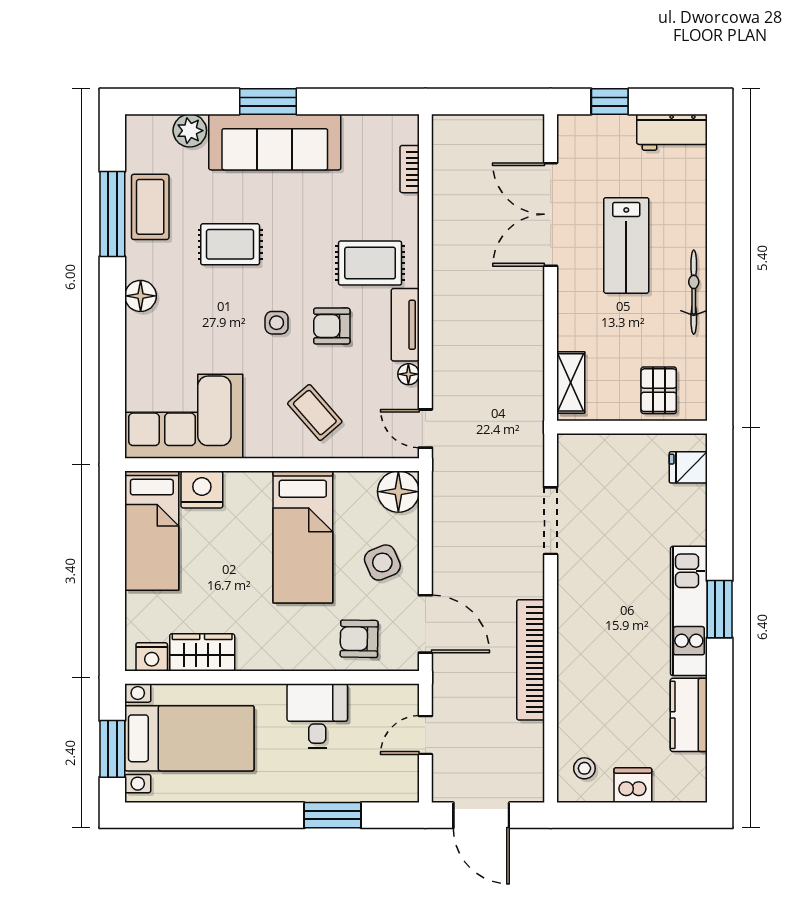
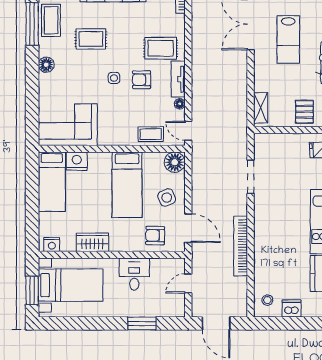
coffee table: (315, 413) -> (151, 134), moved, turned -49
wardrobe: (202, 652) -> (92, 242), moved

